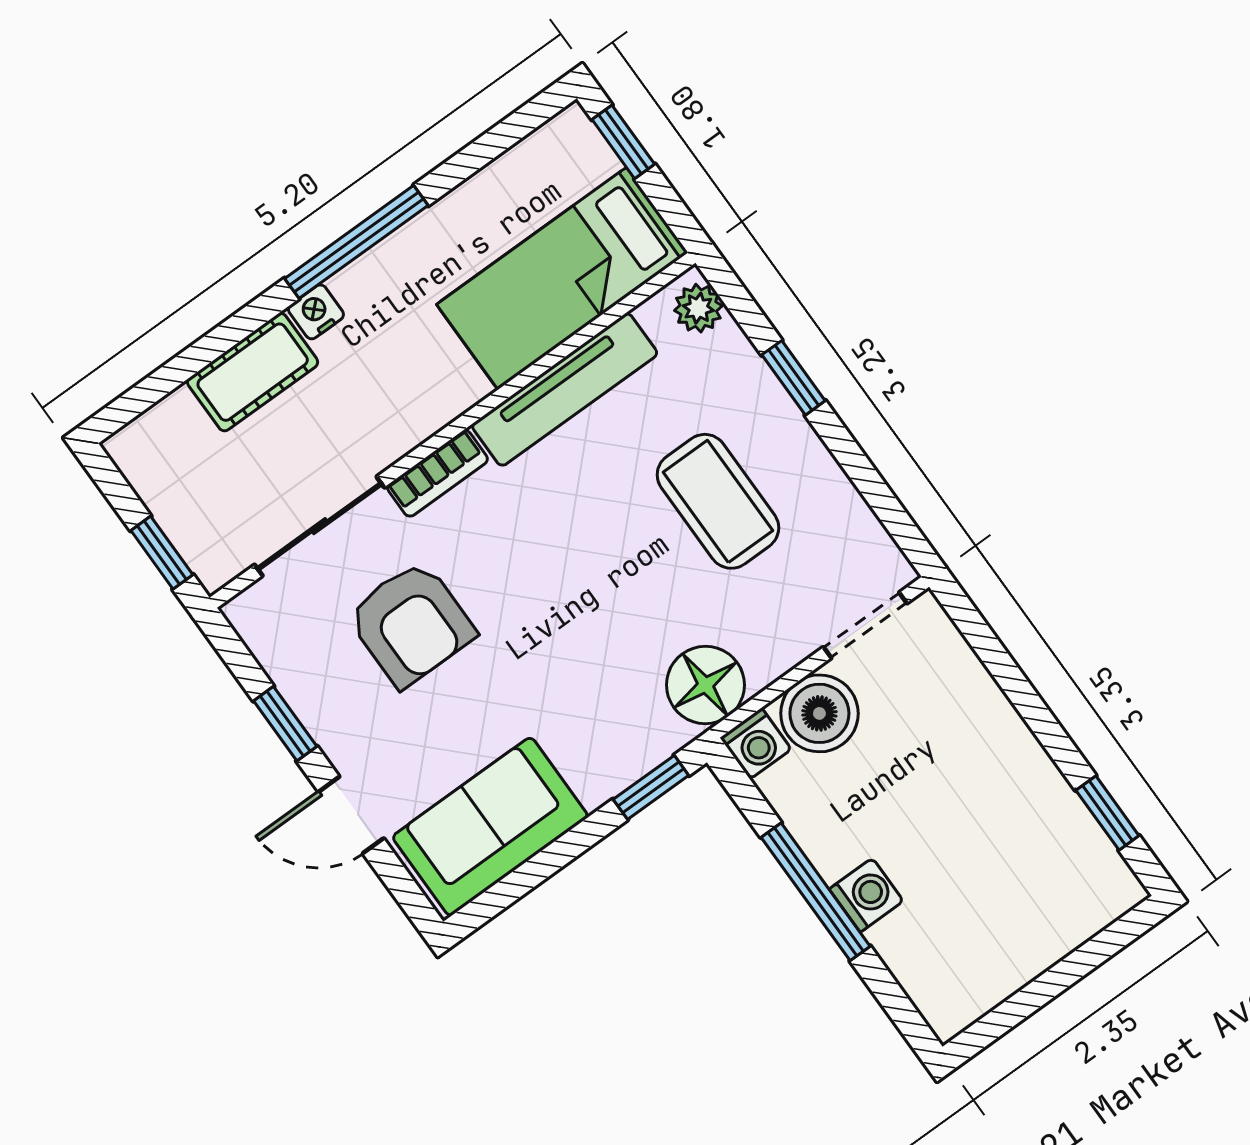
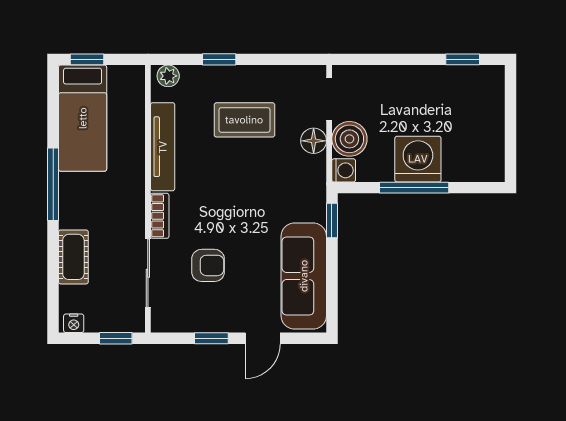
bed: (562, 279) -> (83, 118), moved
nightstand: (316, 312) -> (74, 323), moved, turned -90
armchair: (411, 624) -> (208, 265), width x0.72, depth x0.72
floor lamp: (705, 685) -> (314, 141), moved, width x0.73, depth x0.73
sofa: (490, 827) -> (304, 276), width x1.36
washing machine: (866, 895) -> (418, 159), width x1.89, depth x1.89

